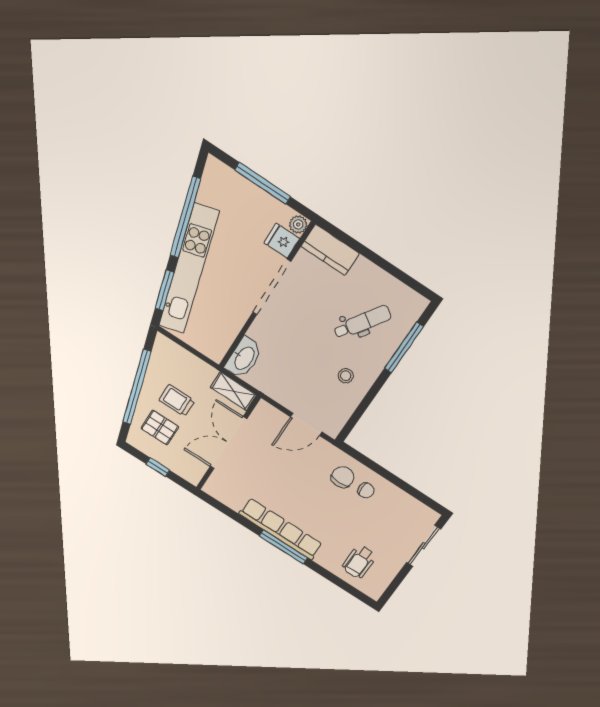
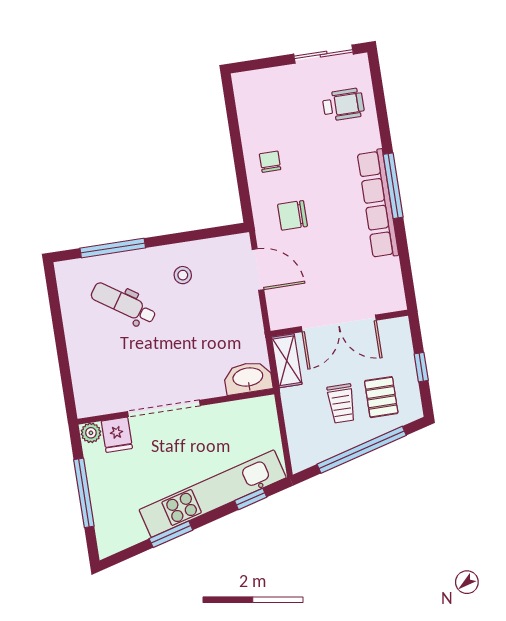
window: (185, 217) -> (171, 534), width x0.47
kitchen counter: (330, 250) -> (88, 387), removed
window: (164, 290) -> (251, 499), width x0.67
chair: (343, 477) -> (293, 215), moved
sliding door: (424, 546) -> (324, 54), moved

